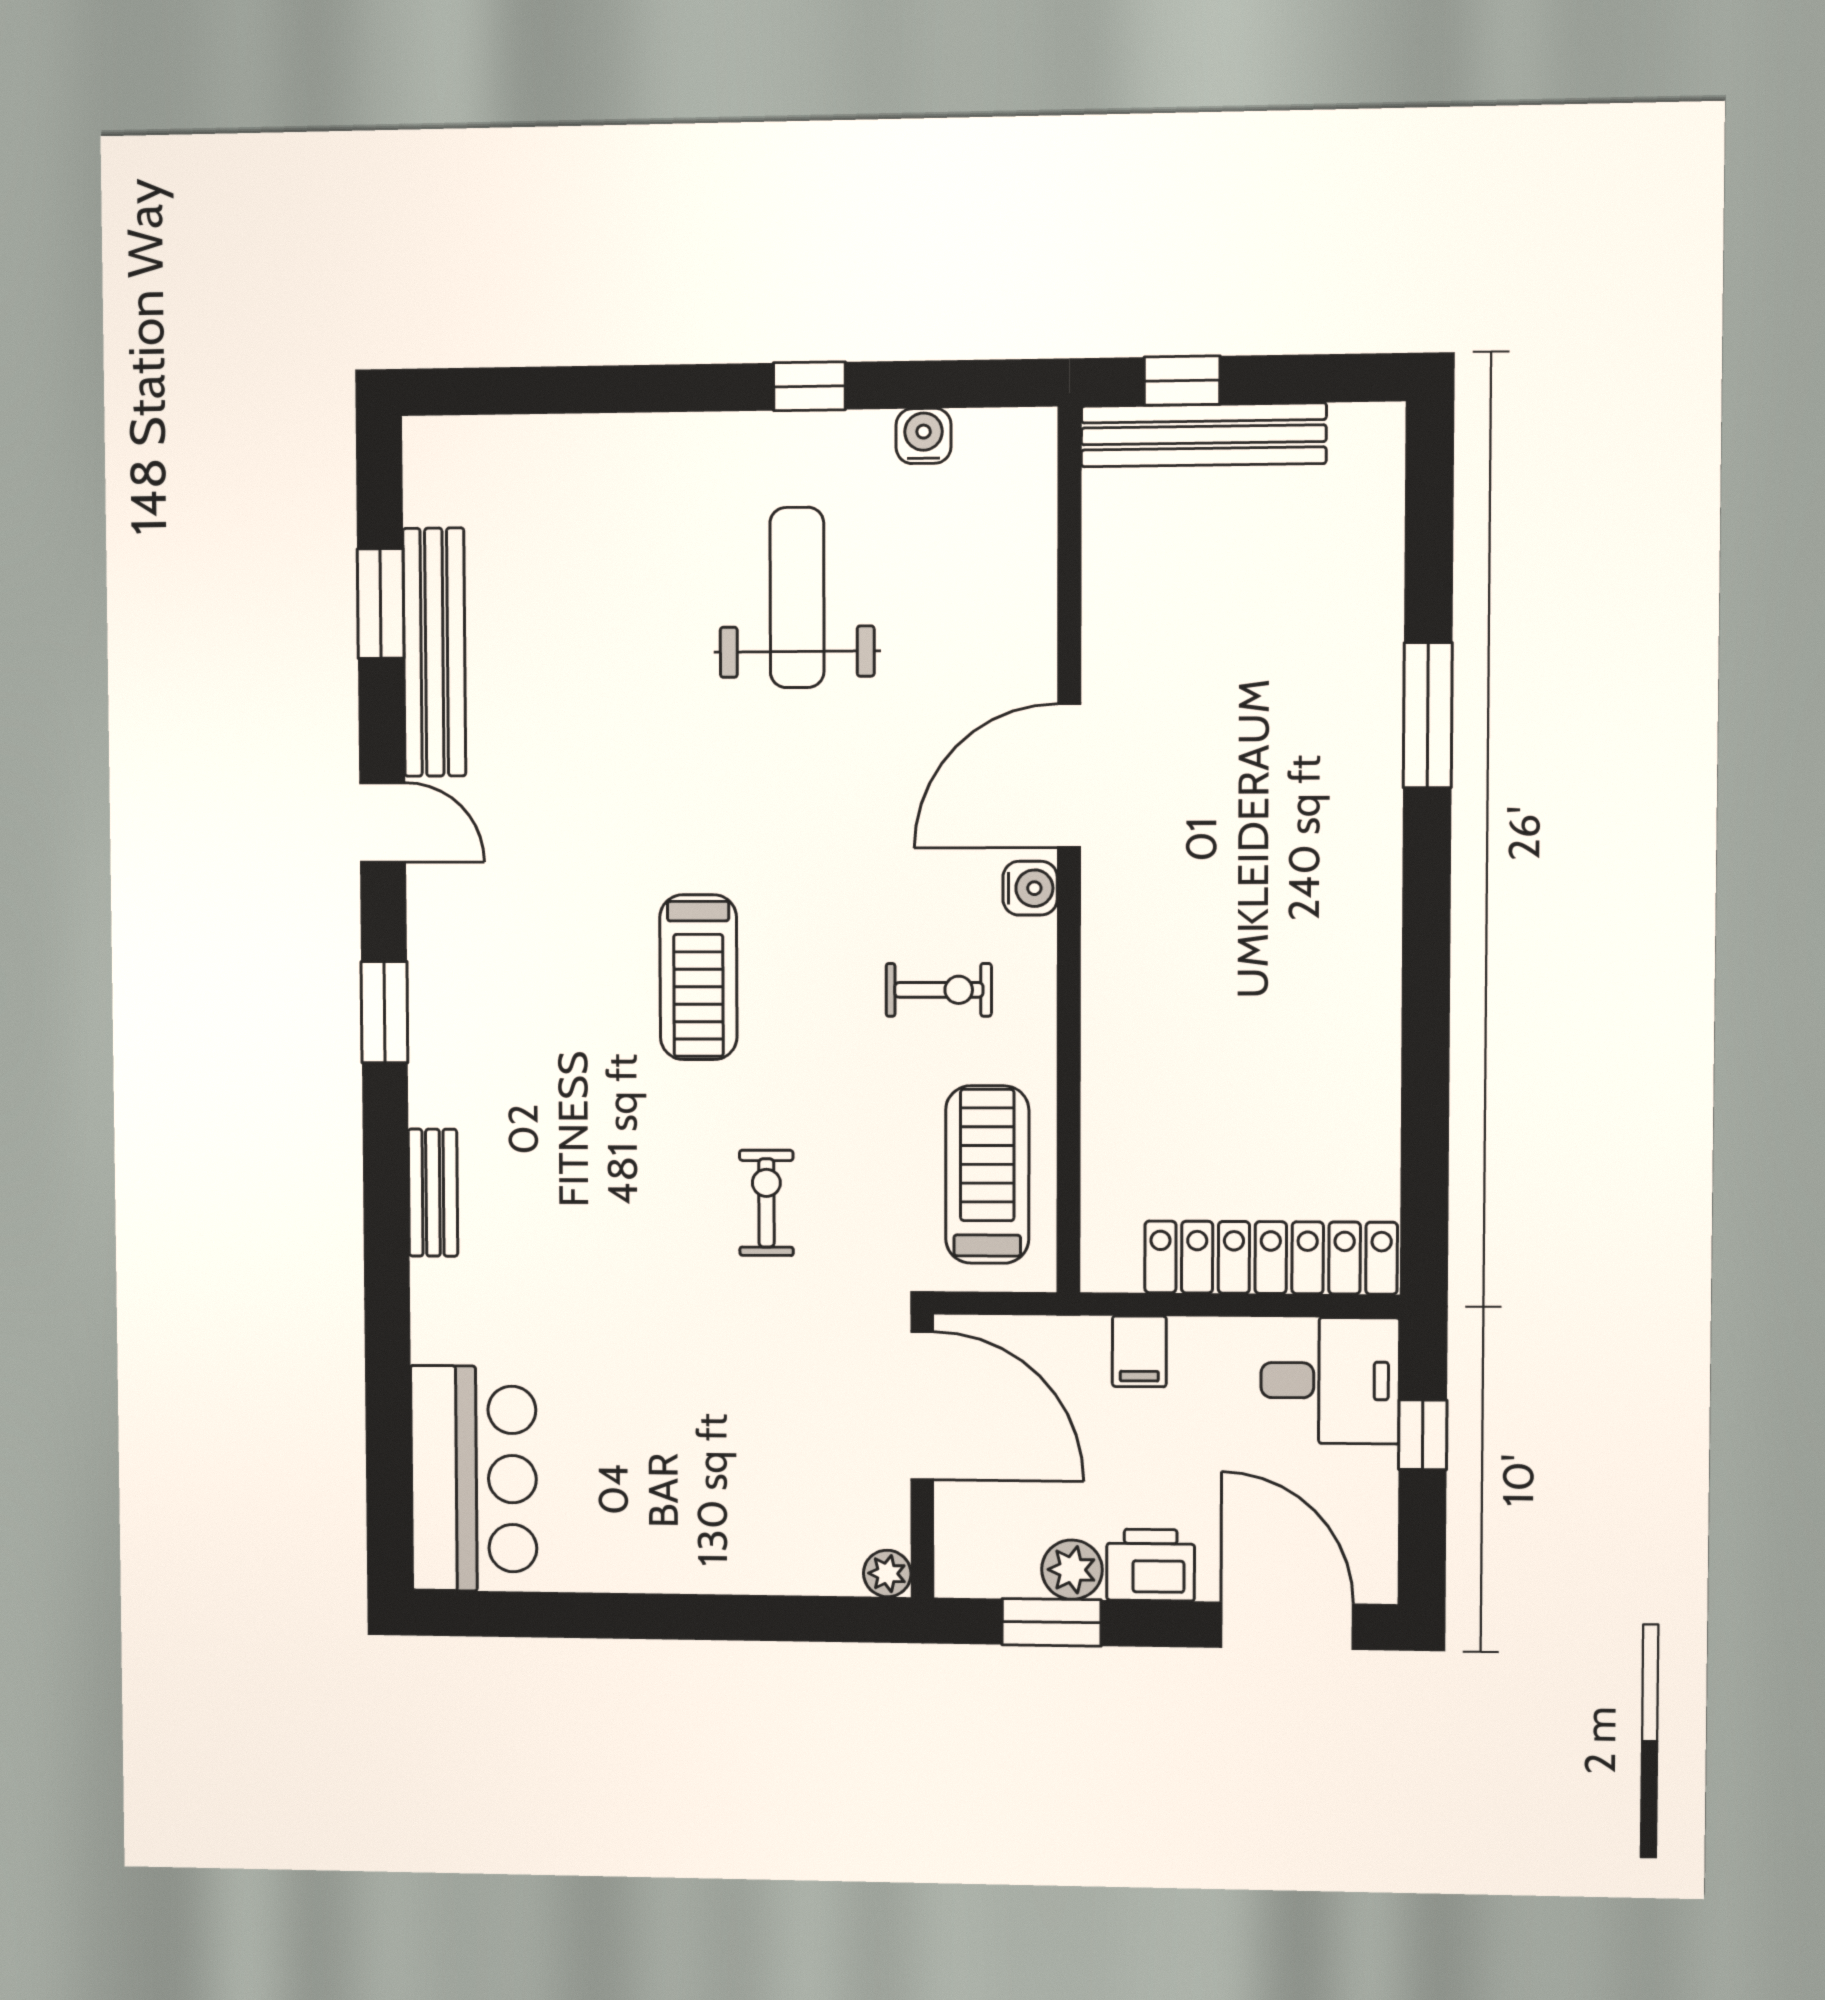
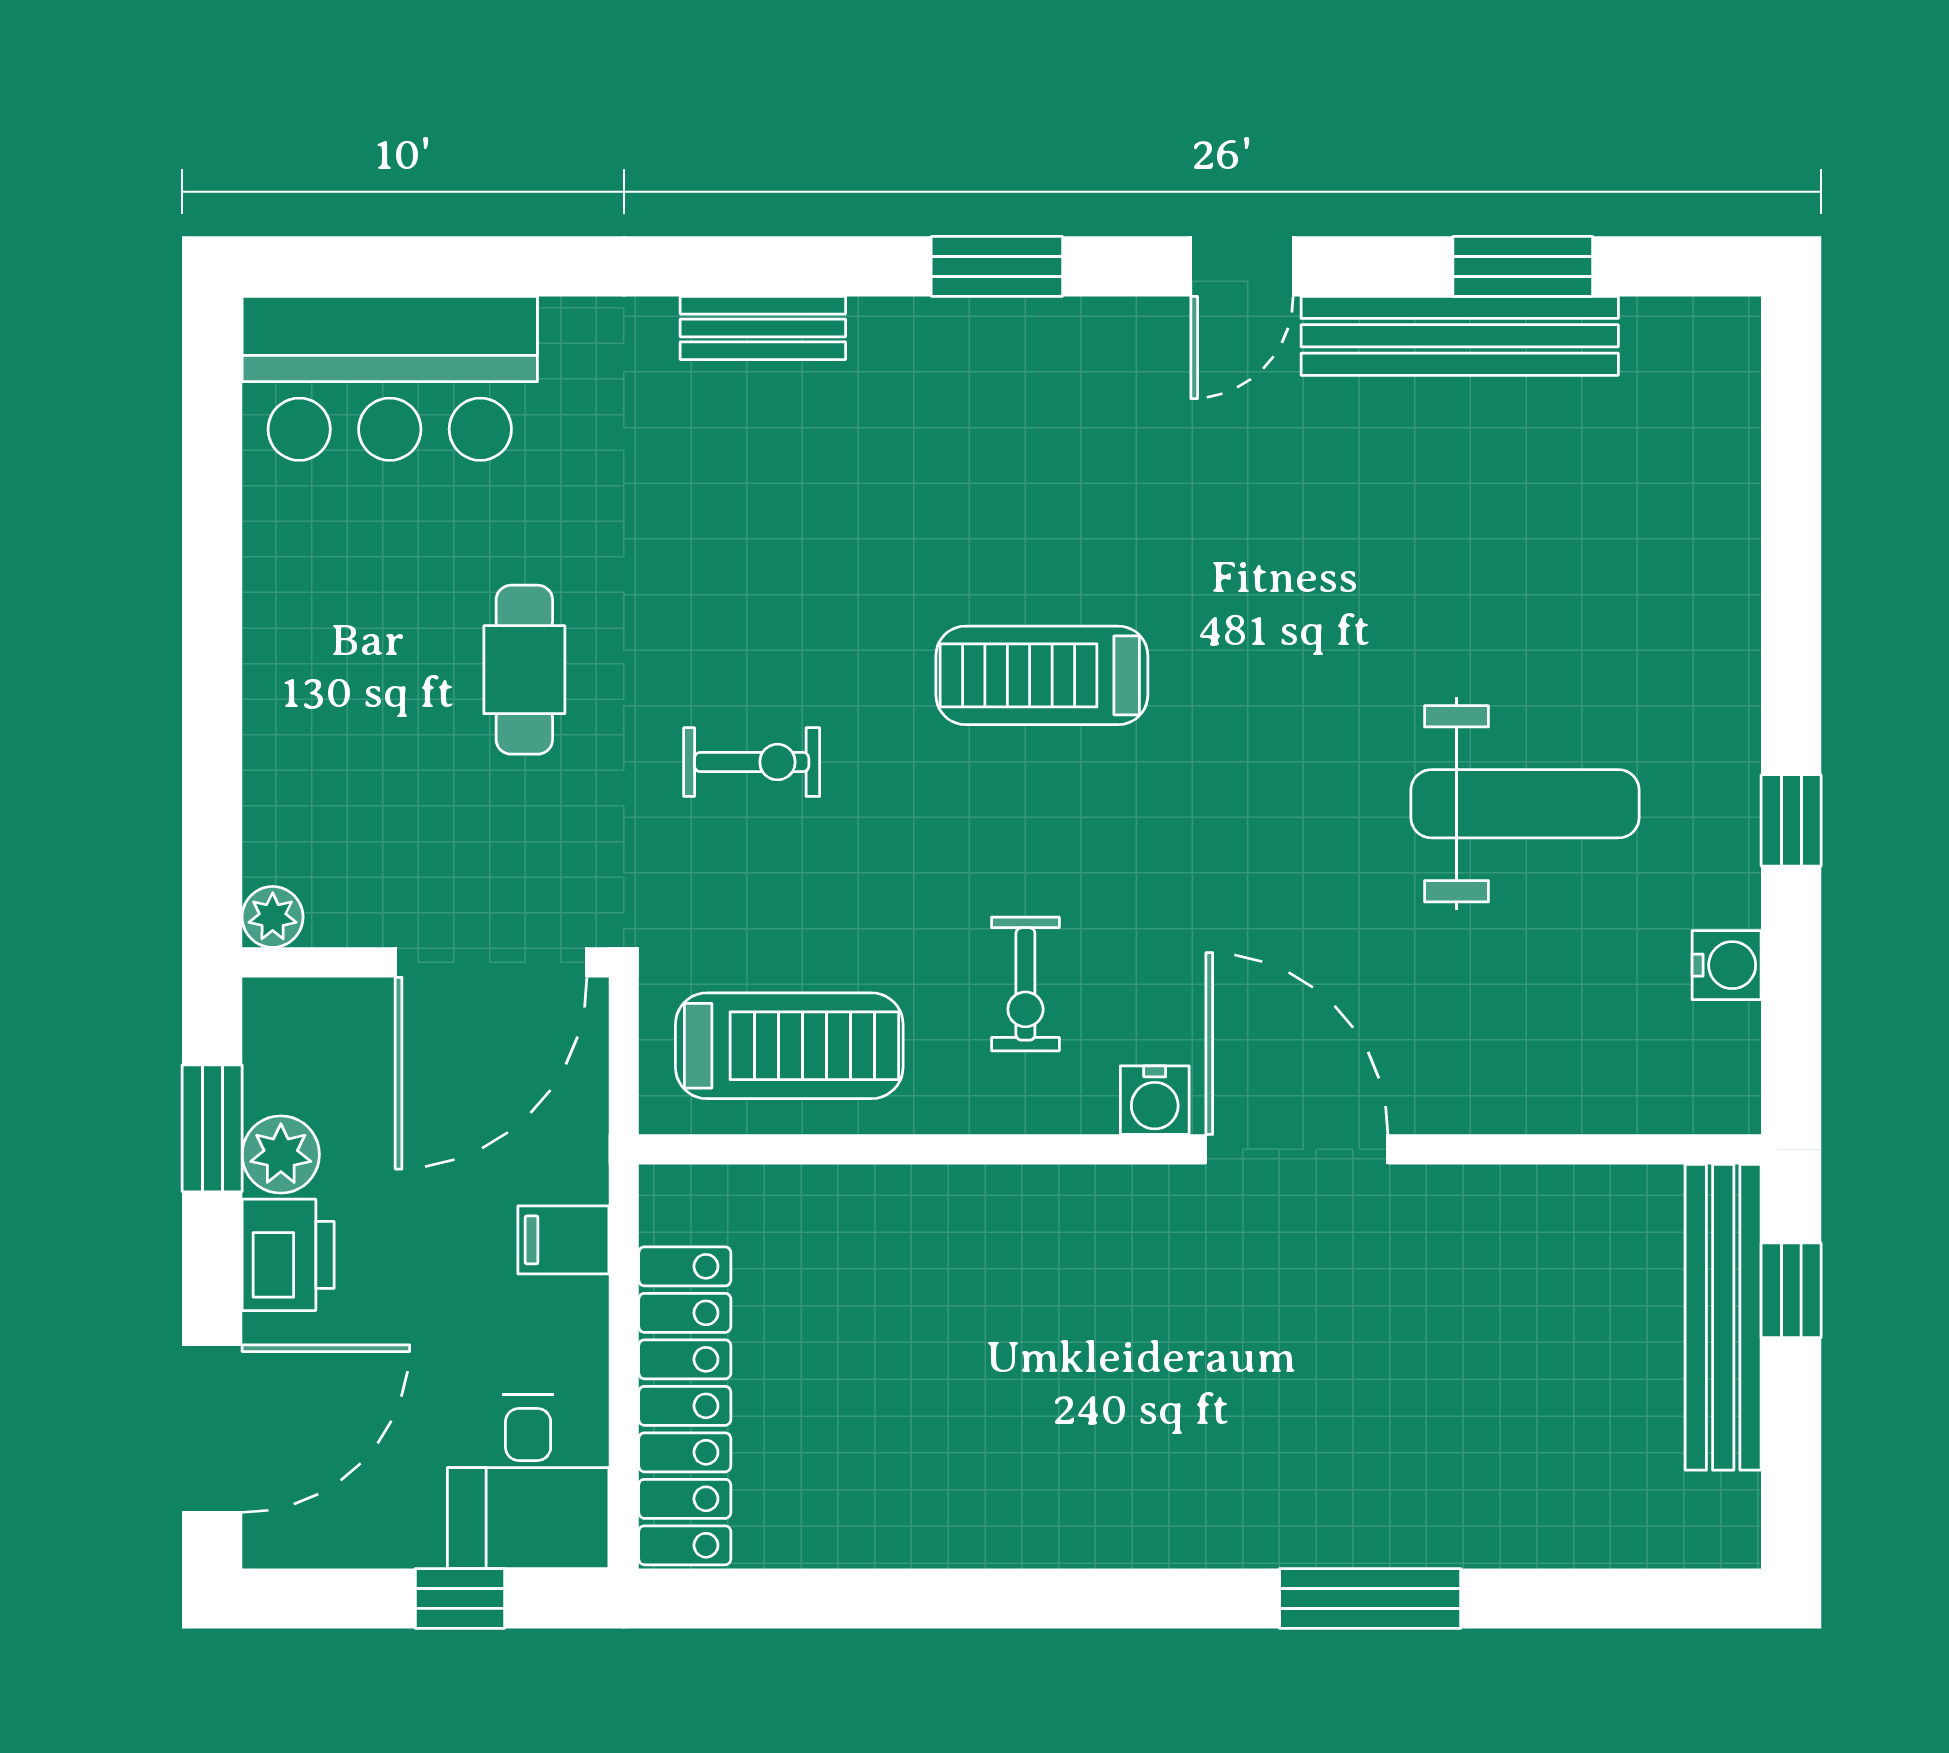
cafe table: (696, 1378) -> (524, 670), added

